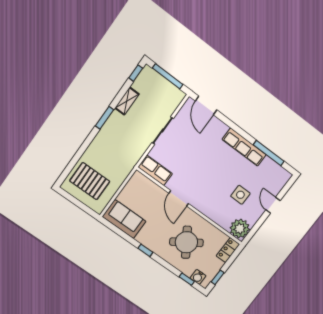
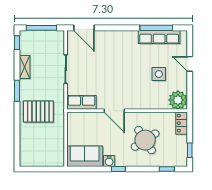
row of seats: (244, 147) -> (159, 37), moved
pallet: (90, 181) -> (38, 112), moved
water cooler: (198, 277) -> (109, 161), moved

